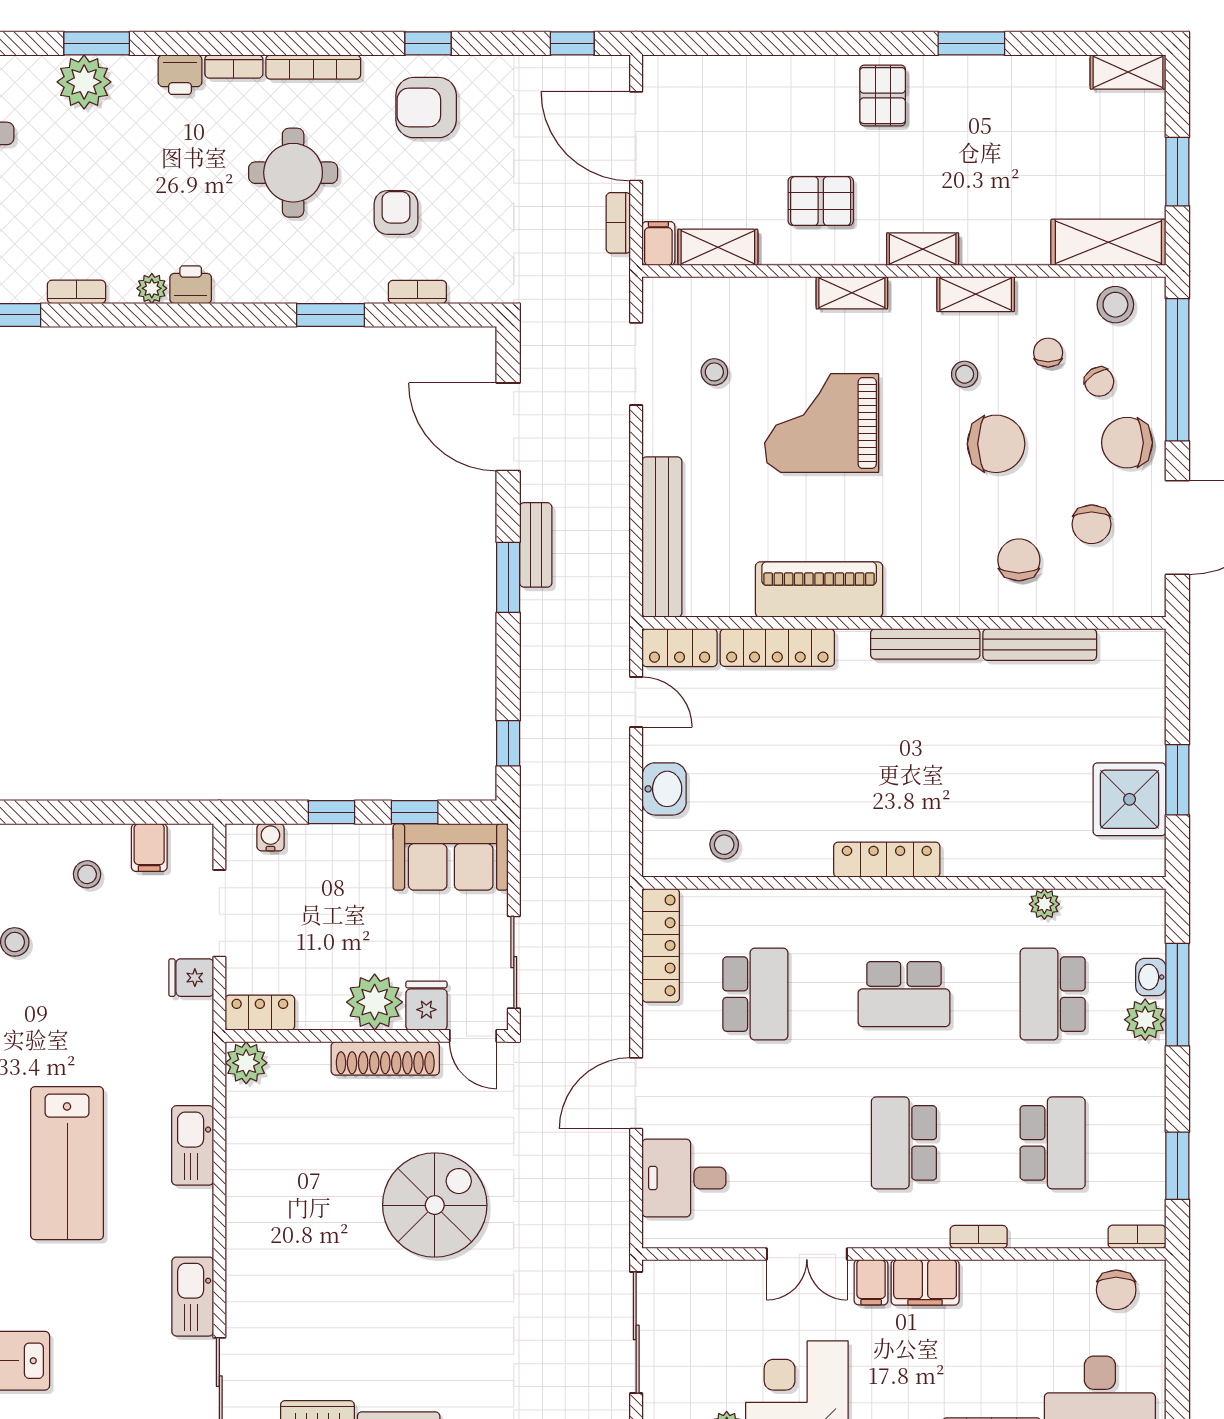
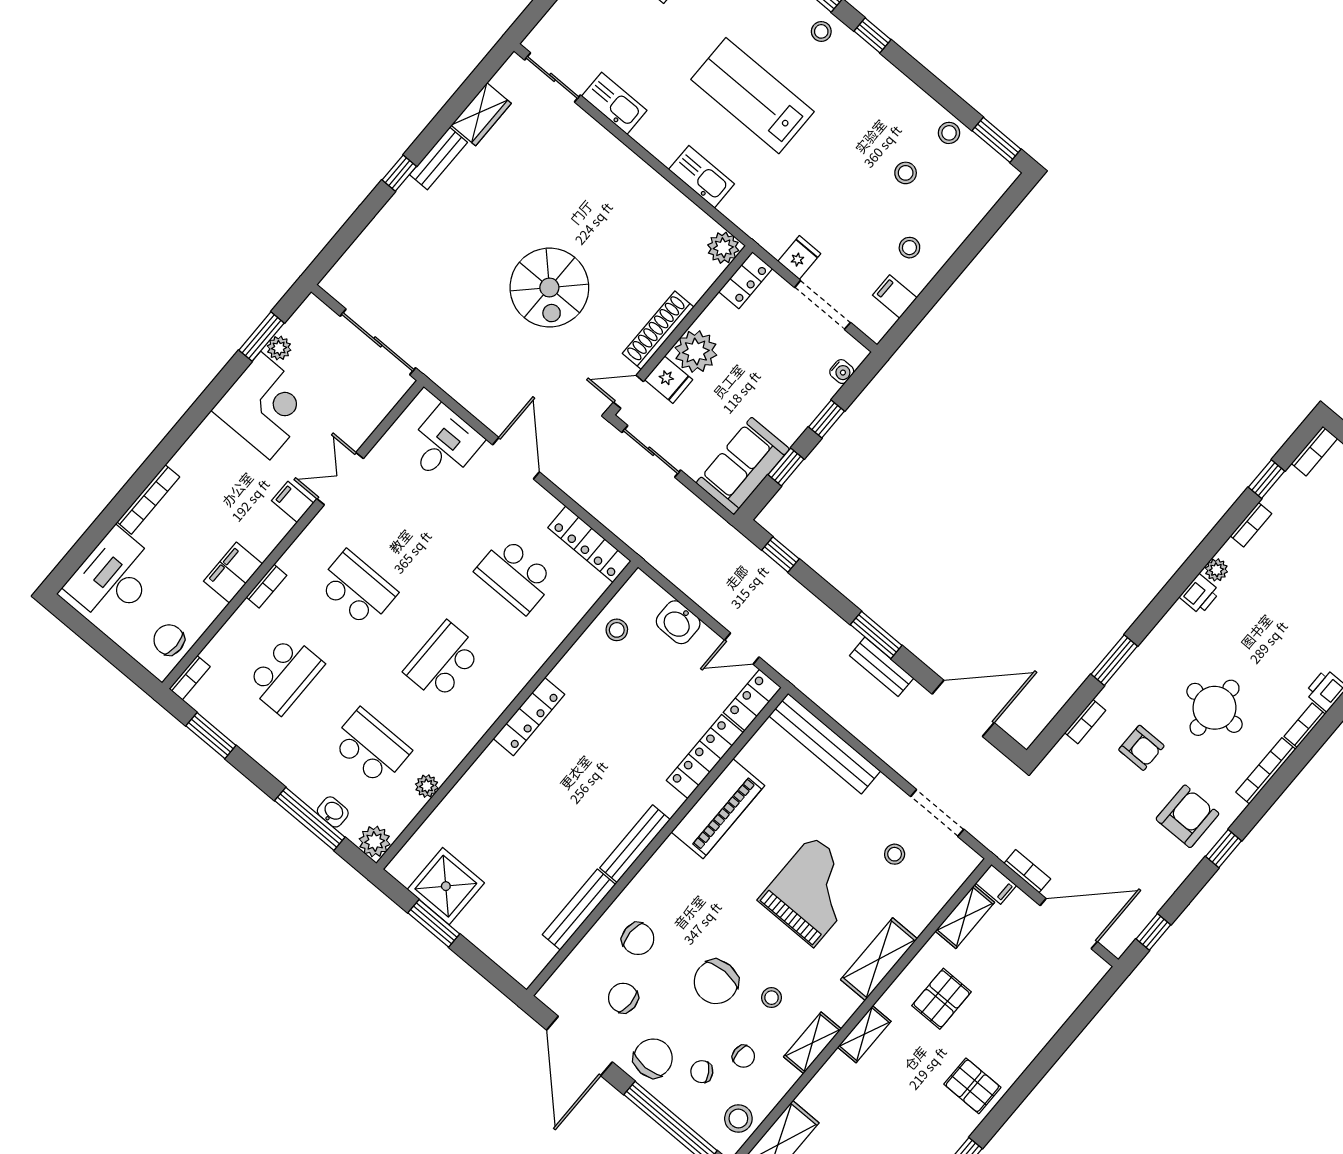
shelving: (852, 293) -> (879, 959), width x1.50, depth x1.33
plant: (1145, 1020) -> (375, 842), moved
school desk: (1053, 1143) -> (285, 675), turned -90
filing cabinet: (925, 1282) -> (233, 573), moved

